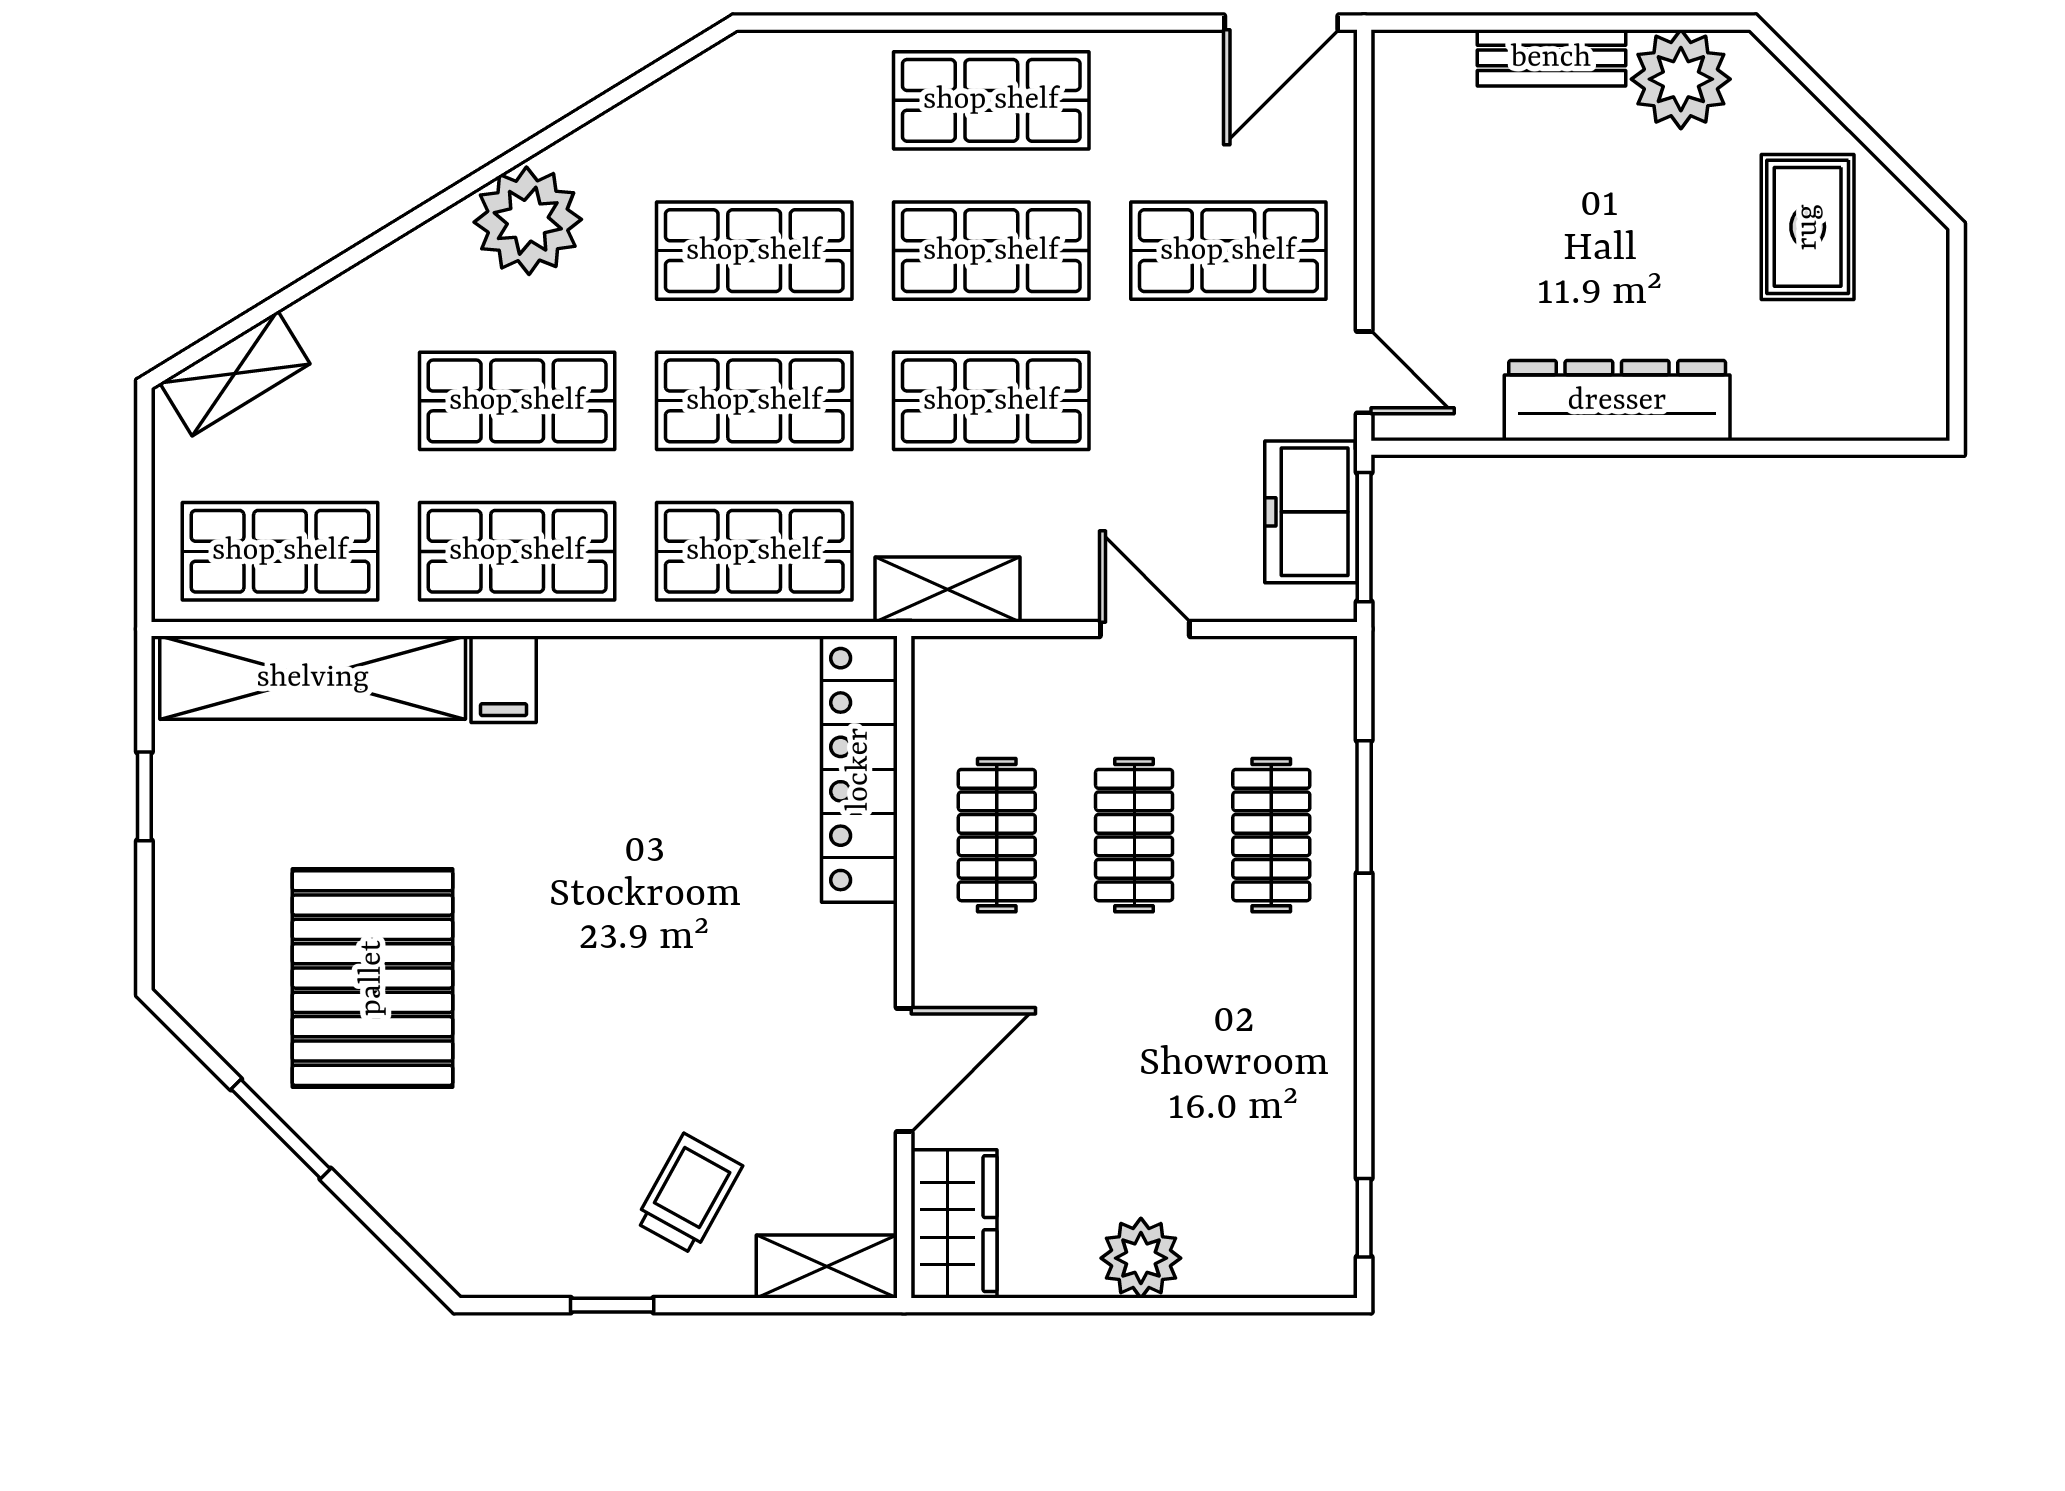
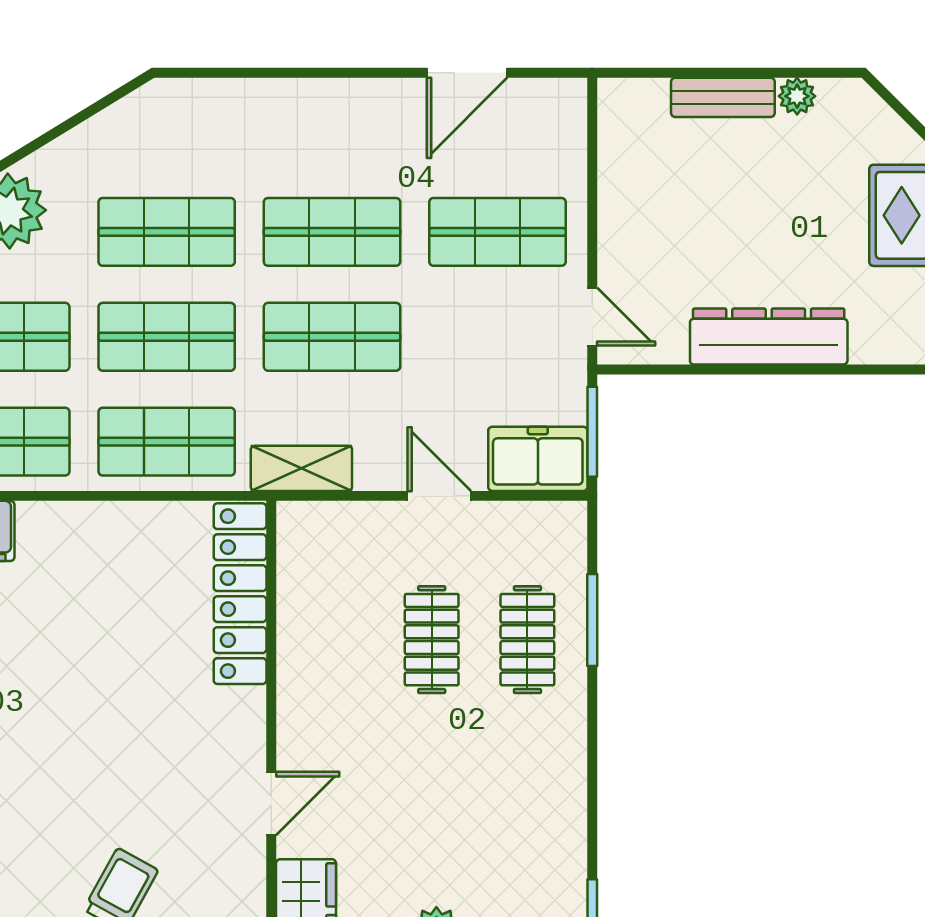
door: (1281, 23) -> (467, 73), moved
plant: (1681, 79) -> (797, 96), width x0.53, depth x0.53
shop shelf: (991, 100) -> (332, 127), removed
freezer: (1311, 512) -> (538, 459), moved, turned 90
clothes rail: (997, 835) -> (336, 640), removed
door: (904, 1070) -> (271, 804), width x0.73

